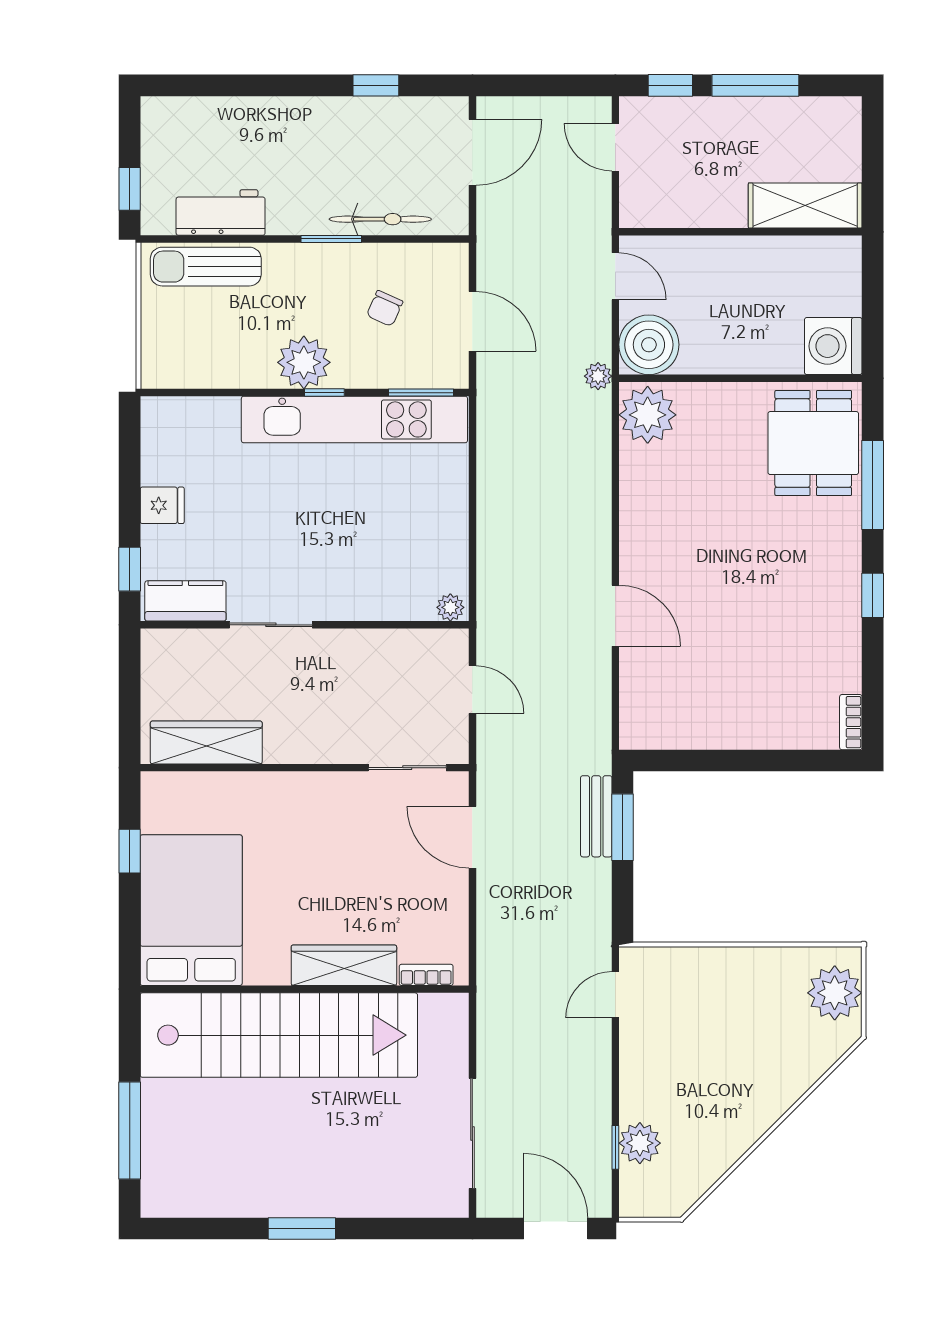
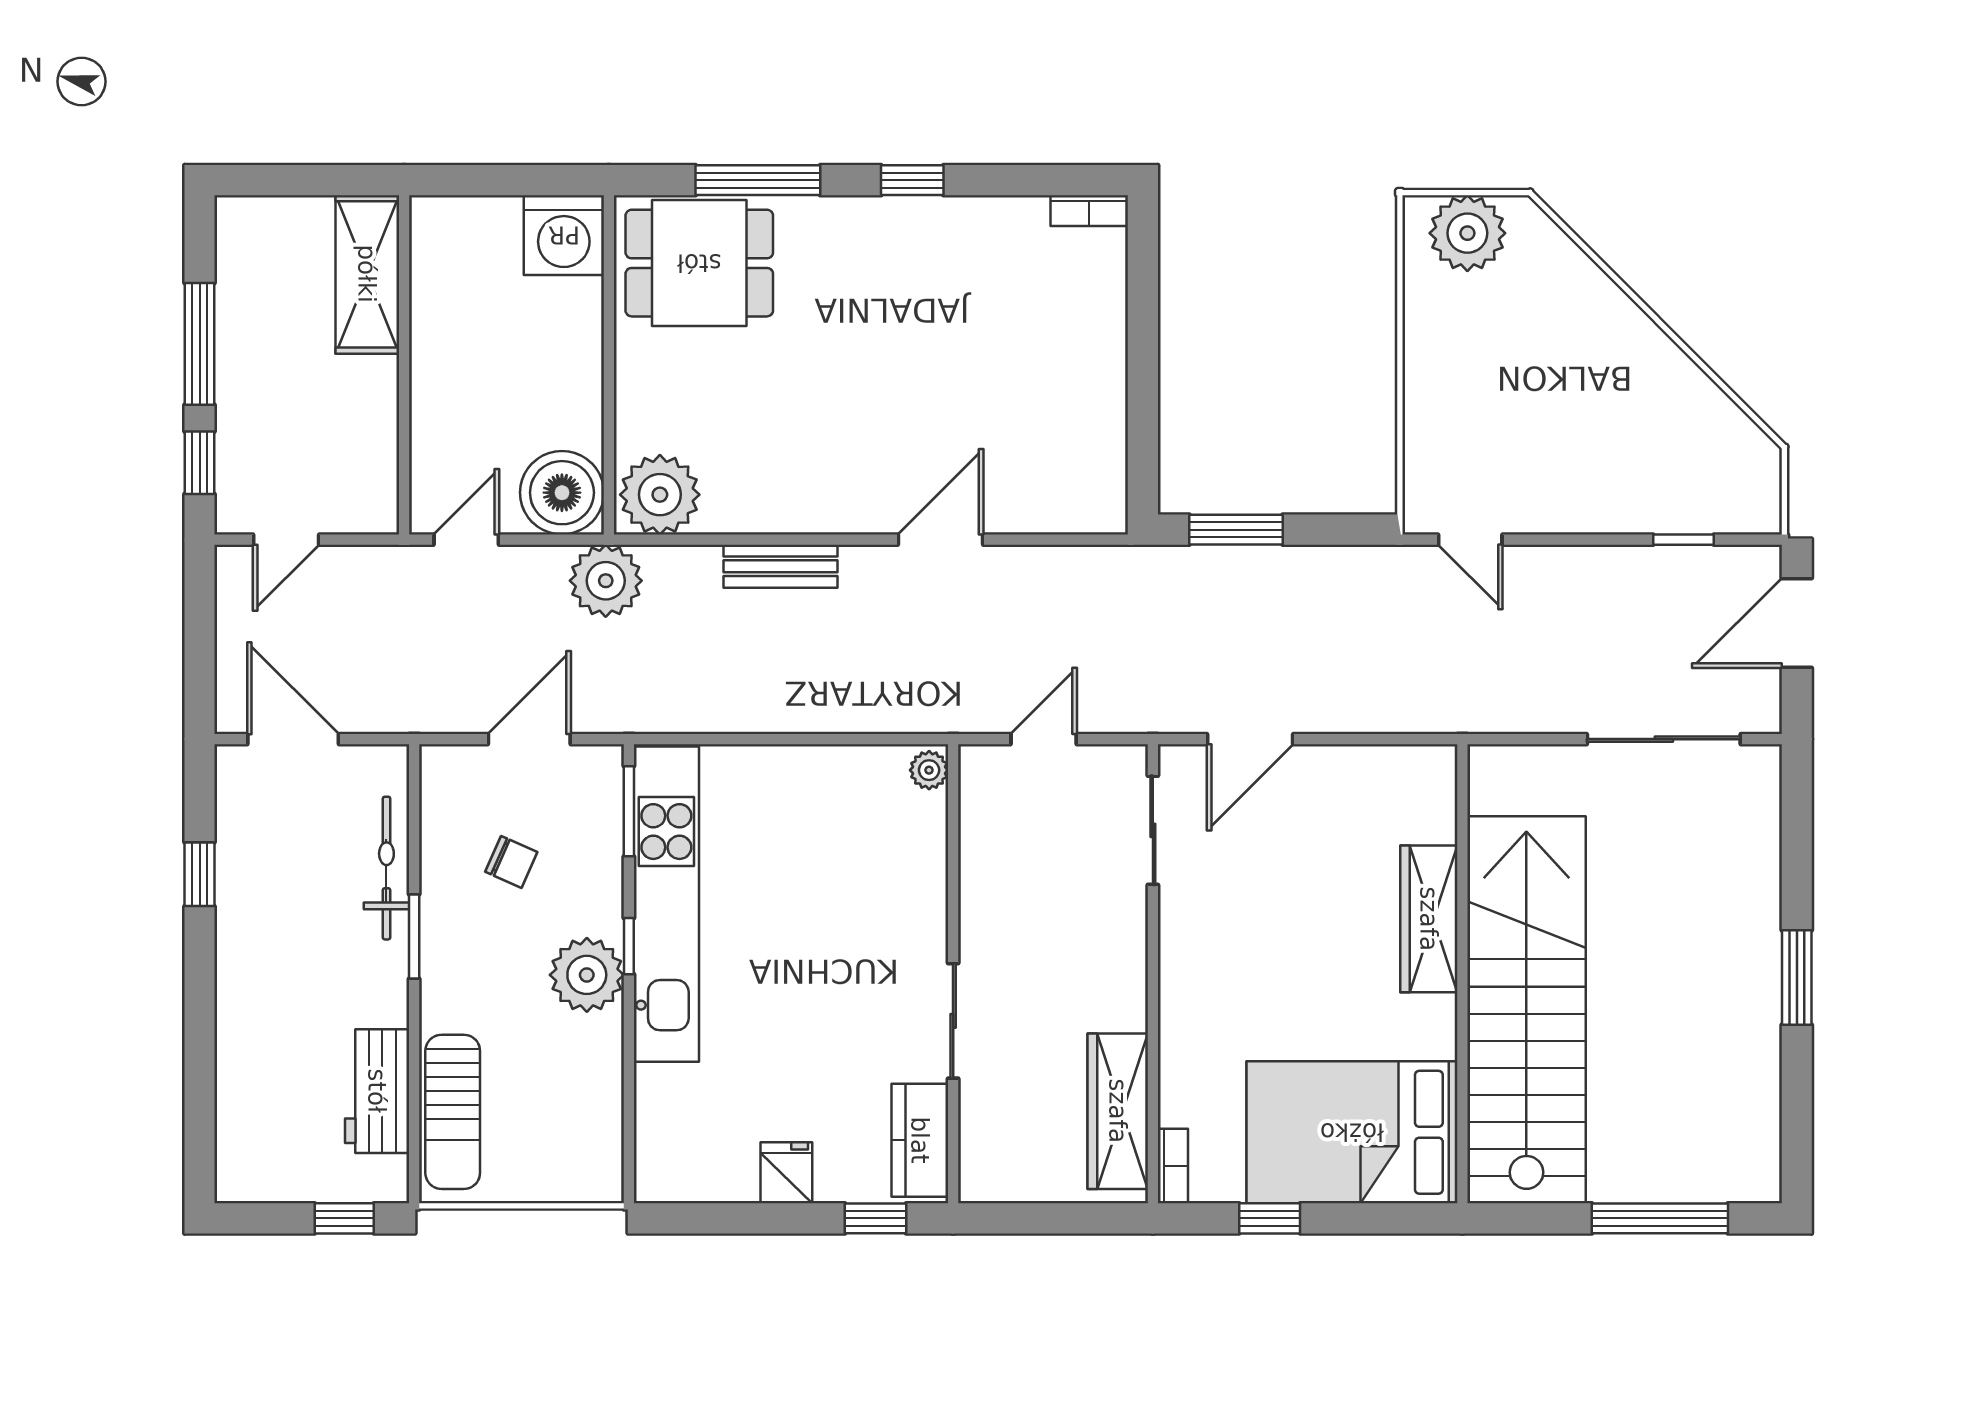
plant: (598, 376) -> (606, 581), width x1.88, depth x1.88
bench: (596, 816) -> (780, 566), moved
bookcase: (426, 975) -> (1173, 1166), moved, turned 180
plant: (640, 1143) -> (1677, 505), removed

